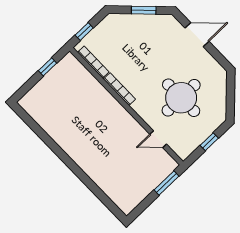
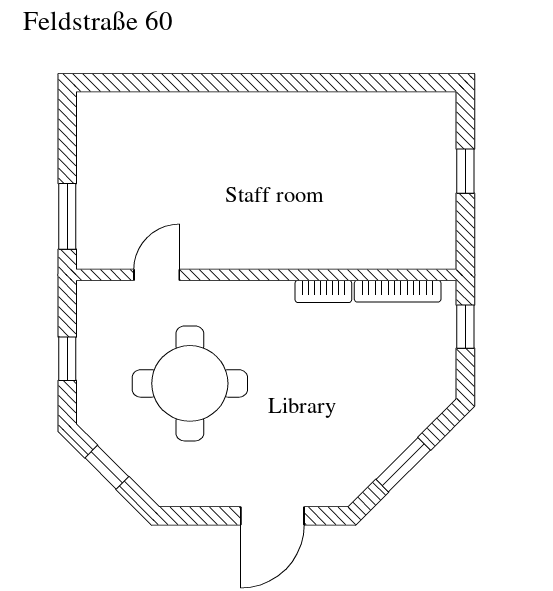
window: (47, 67) -> (465, 171), moved
bookcase: (119, 89) -> (323, 291), width x0.64
window: (230, 98) -> (107, 467), added

